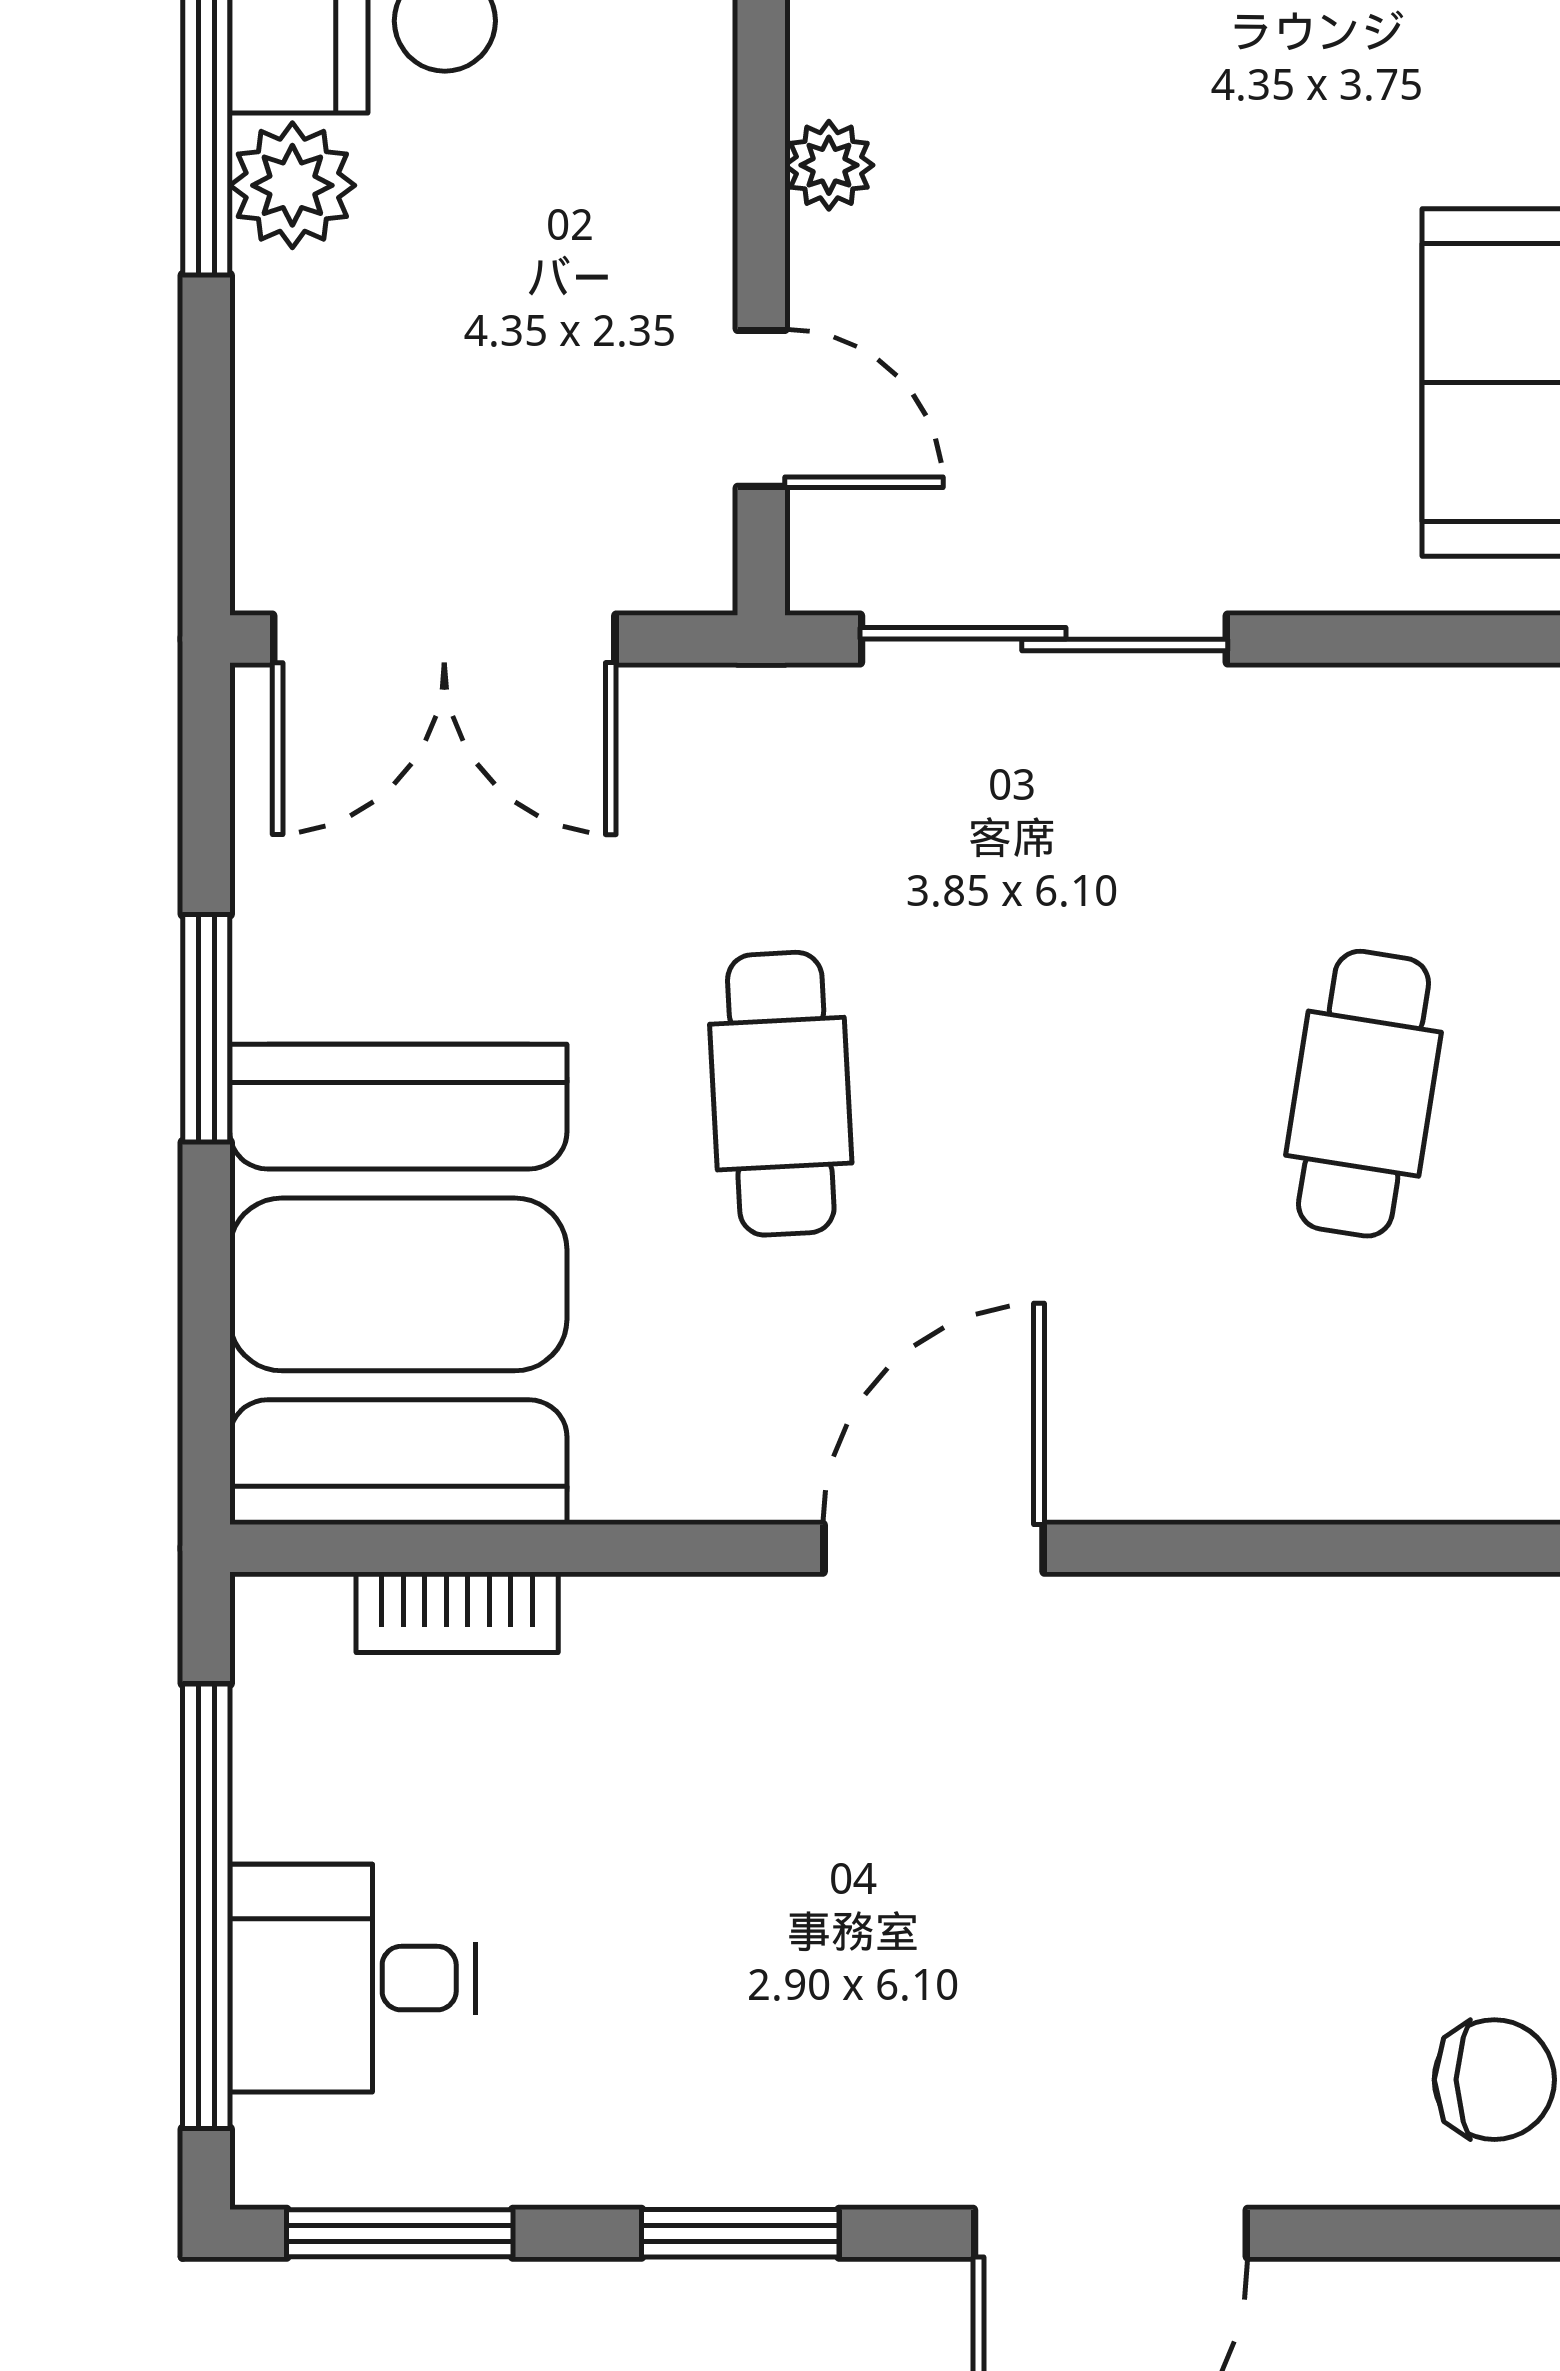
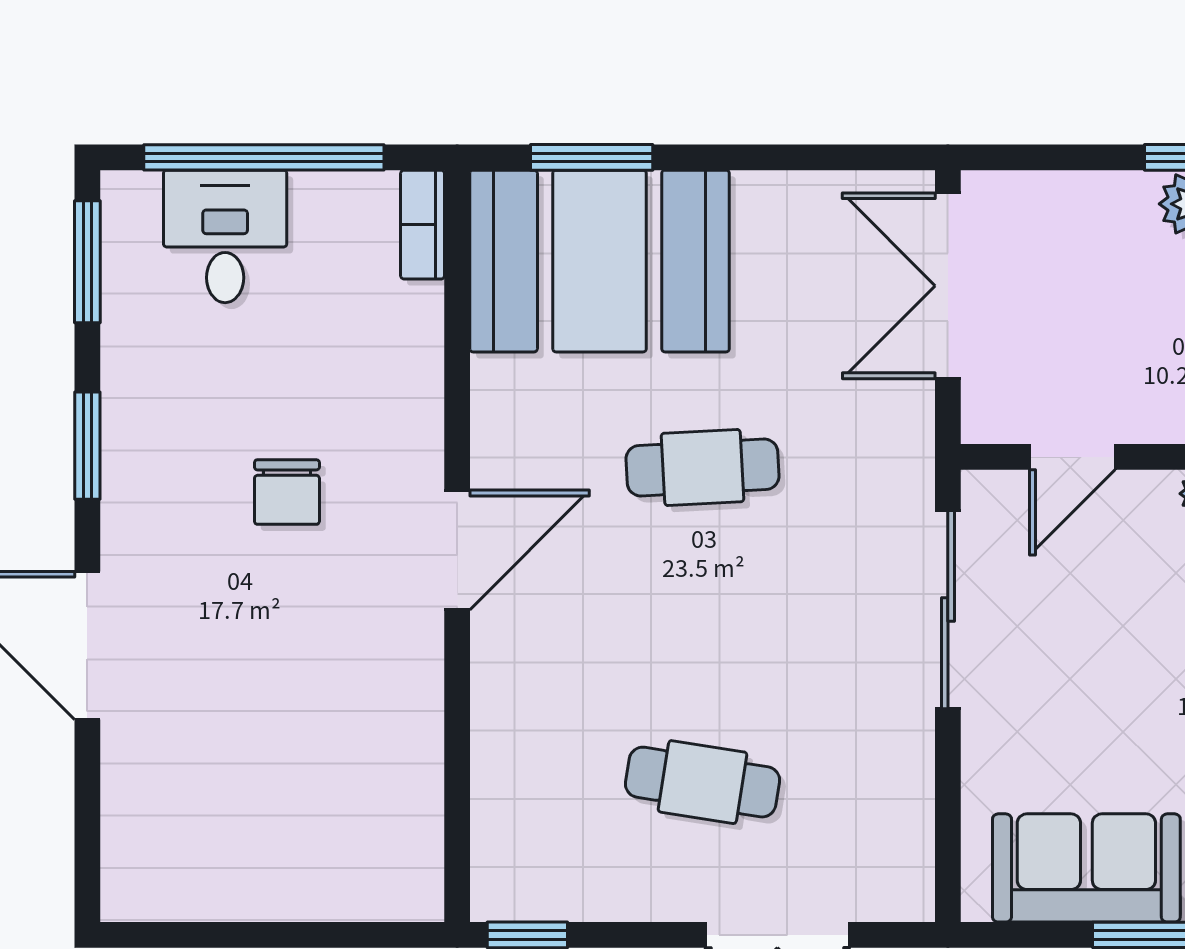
window: (206, 1028) -> (592, 157), moved
door: (934, 1548) -> (457, 550), hinge flipped
bookcase: (457, 1612) -> (423, 225), moved
chair: (1494, 2080) -> (287, 492), moved

